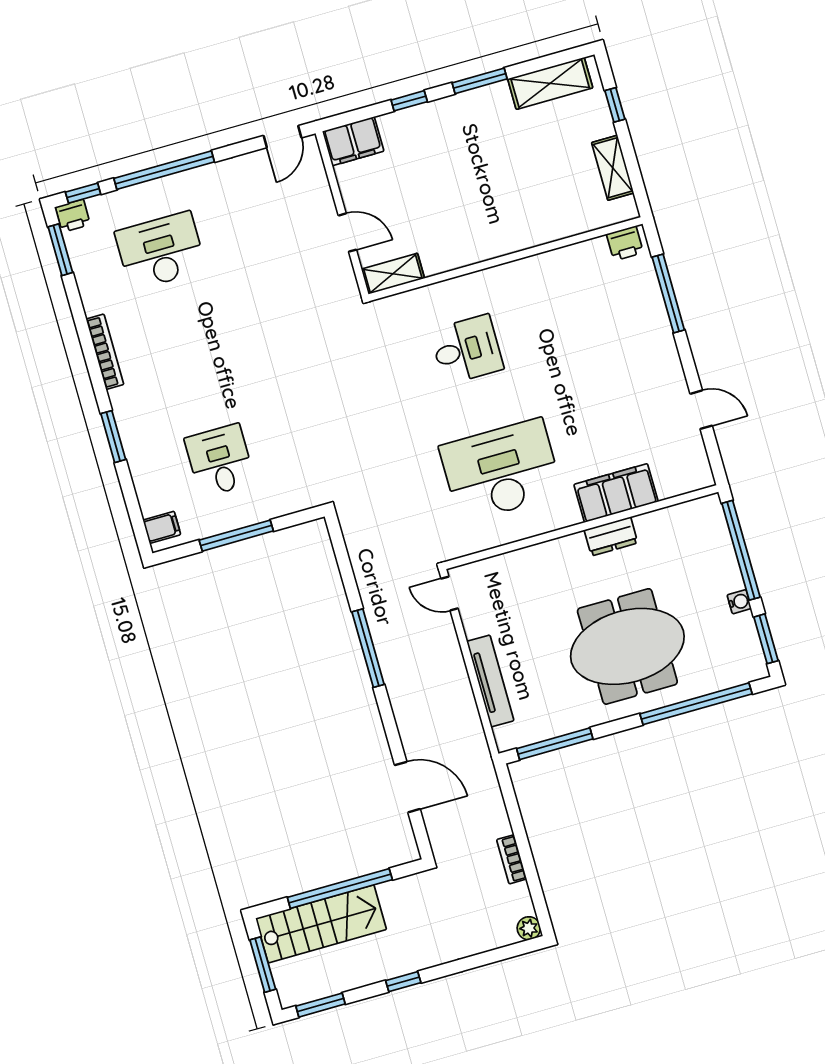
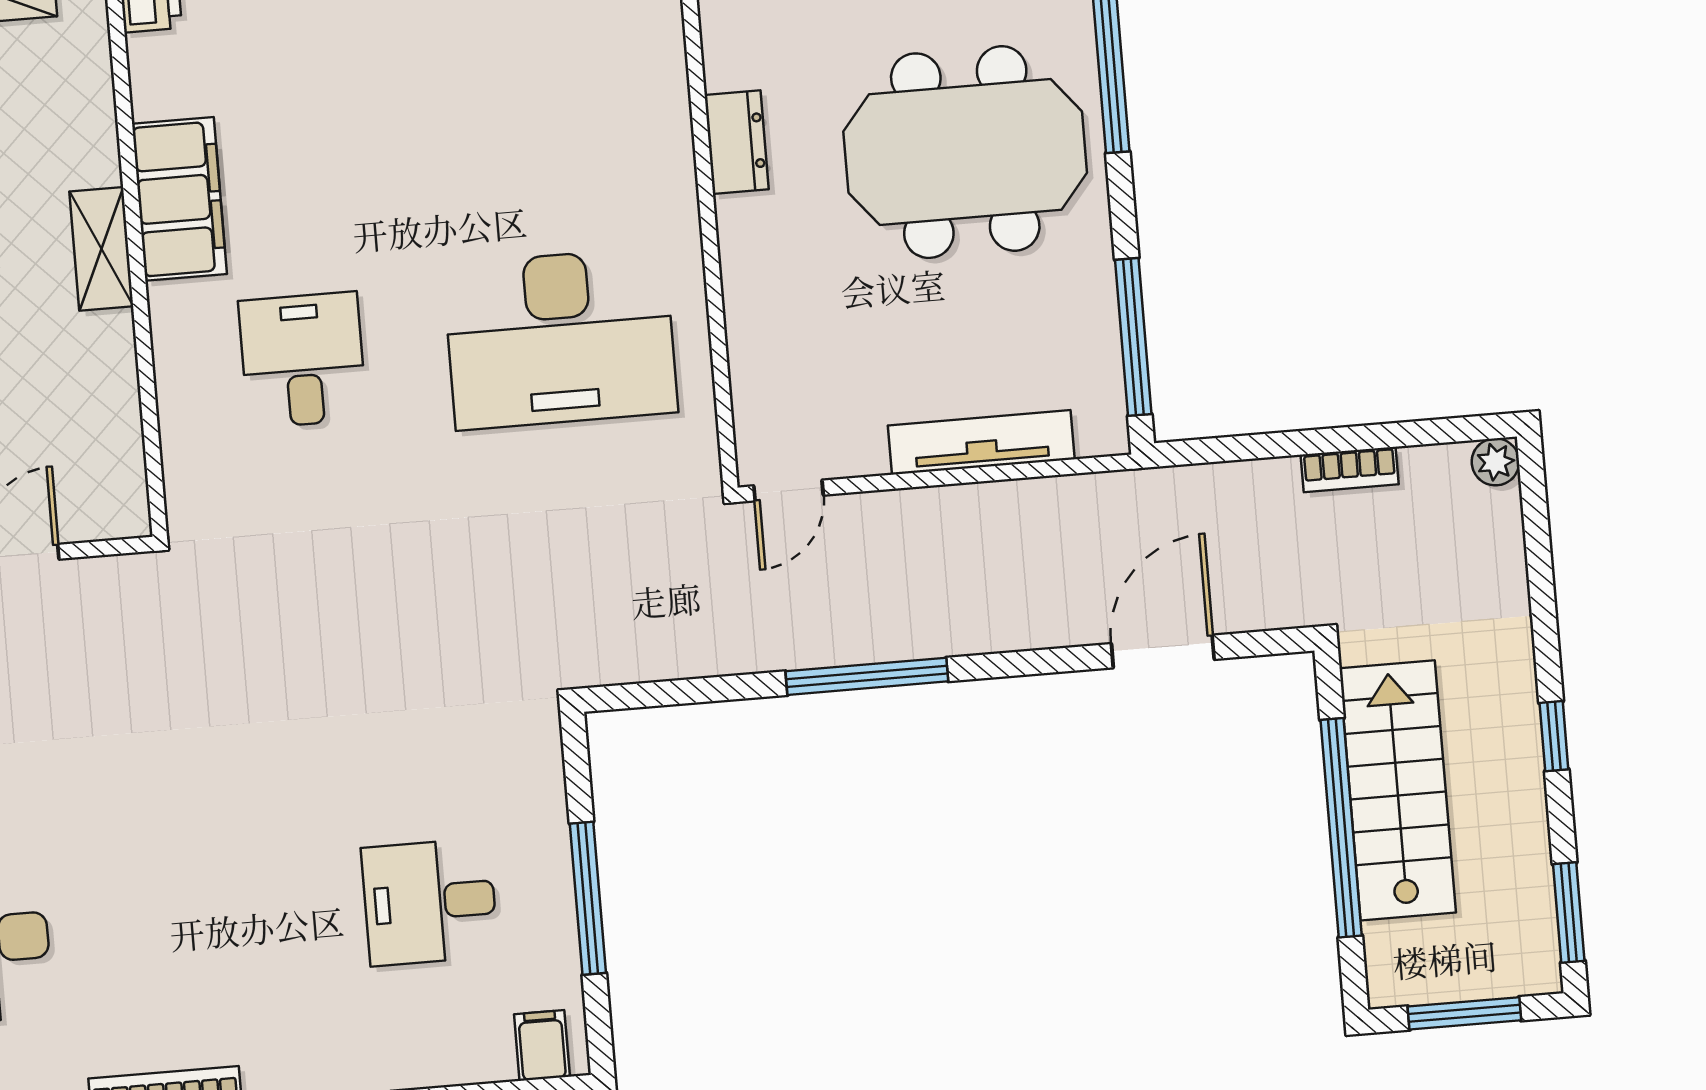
shelving: (393, 274) -> (101, 249), moved
desk: (501, 470) -> (560, 338), turned -90
filing cabinet: (616, 493) -> (179, 199), moved, turned 180
meeting table: (627, 646) -> (965, 152), turned 90
stairs: (321, 924) -> (1398, 790), moved

